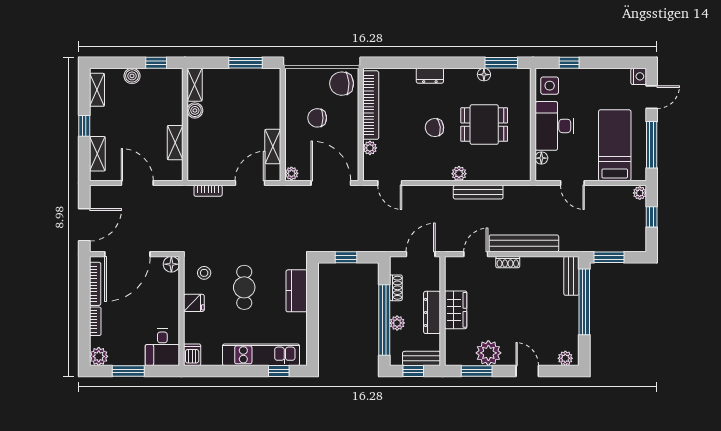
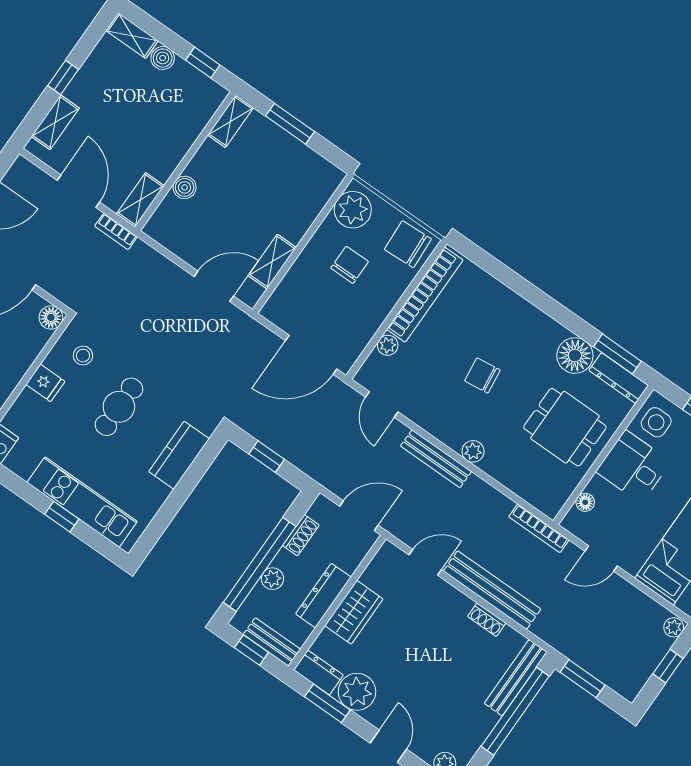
window: (246, 63) -> (290, 124), moved
floor lamp: (484, 75) -> (575, 356), width x1.89, depth x1.89
dresser: (430, 76) -> (619, 378), moved, width x1.44
shelving: (97, 90) -> (132, 36), moved, turned 90
boiler: (195, 110) -> (185, 187), moved
chair: (317, 118) -> (350, 265), turned 90
dining table: (484, 125) -> (565, 427), moved
desk: (554, 126) -> (633, 467), width x0.73
shelving: (175, 143) -> (140, 200), moved
plant: (291, 173) -> (353, 210), moved, width x1.87, depth x1.87
door: (331, 183) -> (311, 355), swing flipped
door: (572, 183) -> (601, 559), hinge flipped
bookcase: (208, 191) -> (116, 231), moved
bookcase: (526, 191) -> (539, 528), added
bench: (478, 192) -> (436, 459), moved
shoe rack: (508, 262) -> (487, 620), moved
bench: (571, 276) -> (516, 678), width x1.36
dresser: (459, 357) -> (319, 673), added
window: (279, 371) -> (62, 517), moved

